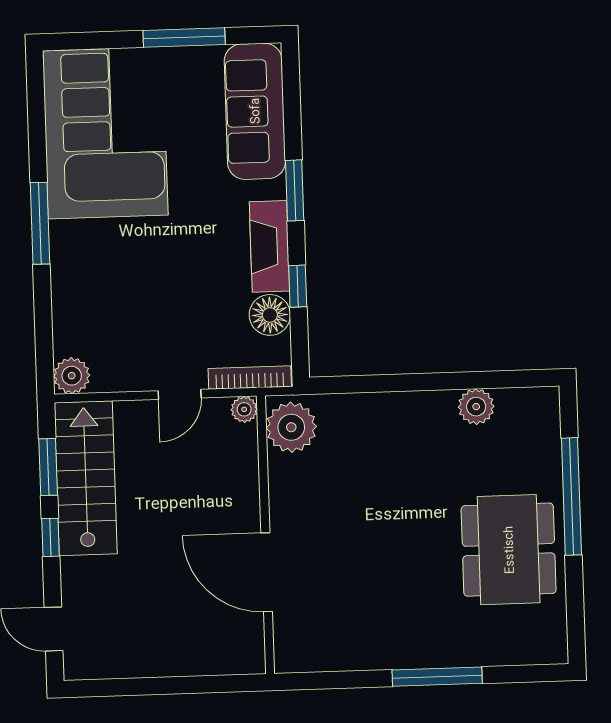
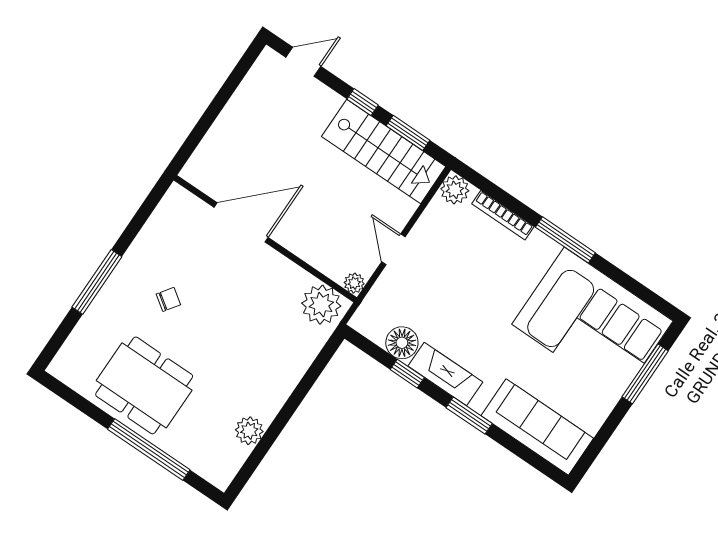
window: (184, 38) -> (645, 374), moved
bookcase: (250, 378) -> (503, 215), moved, turned 90
chair: (401, 590) -> (168, 299), added

